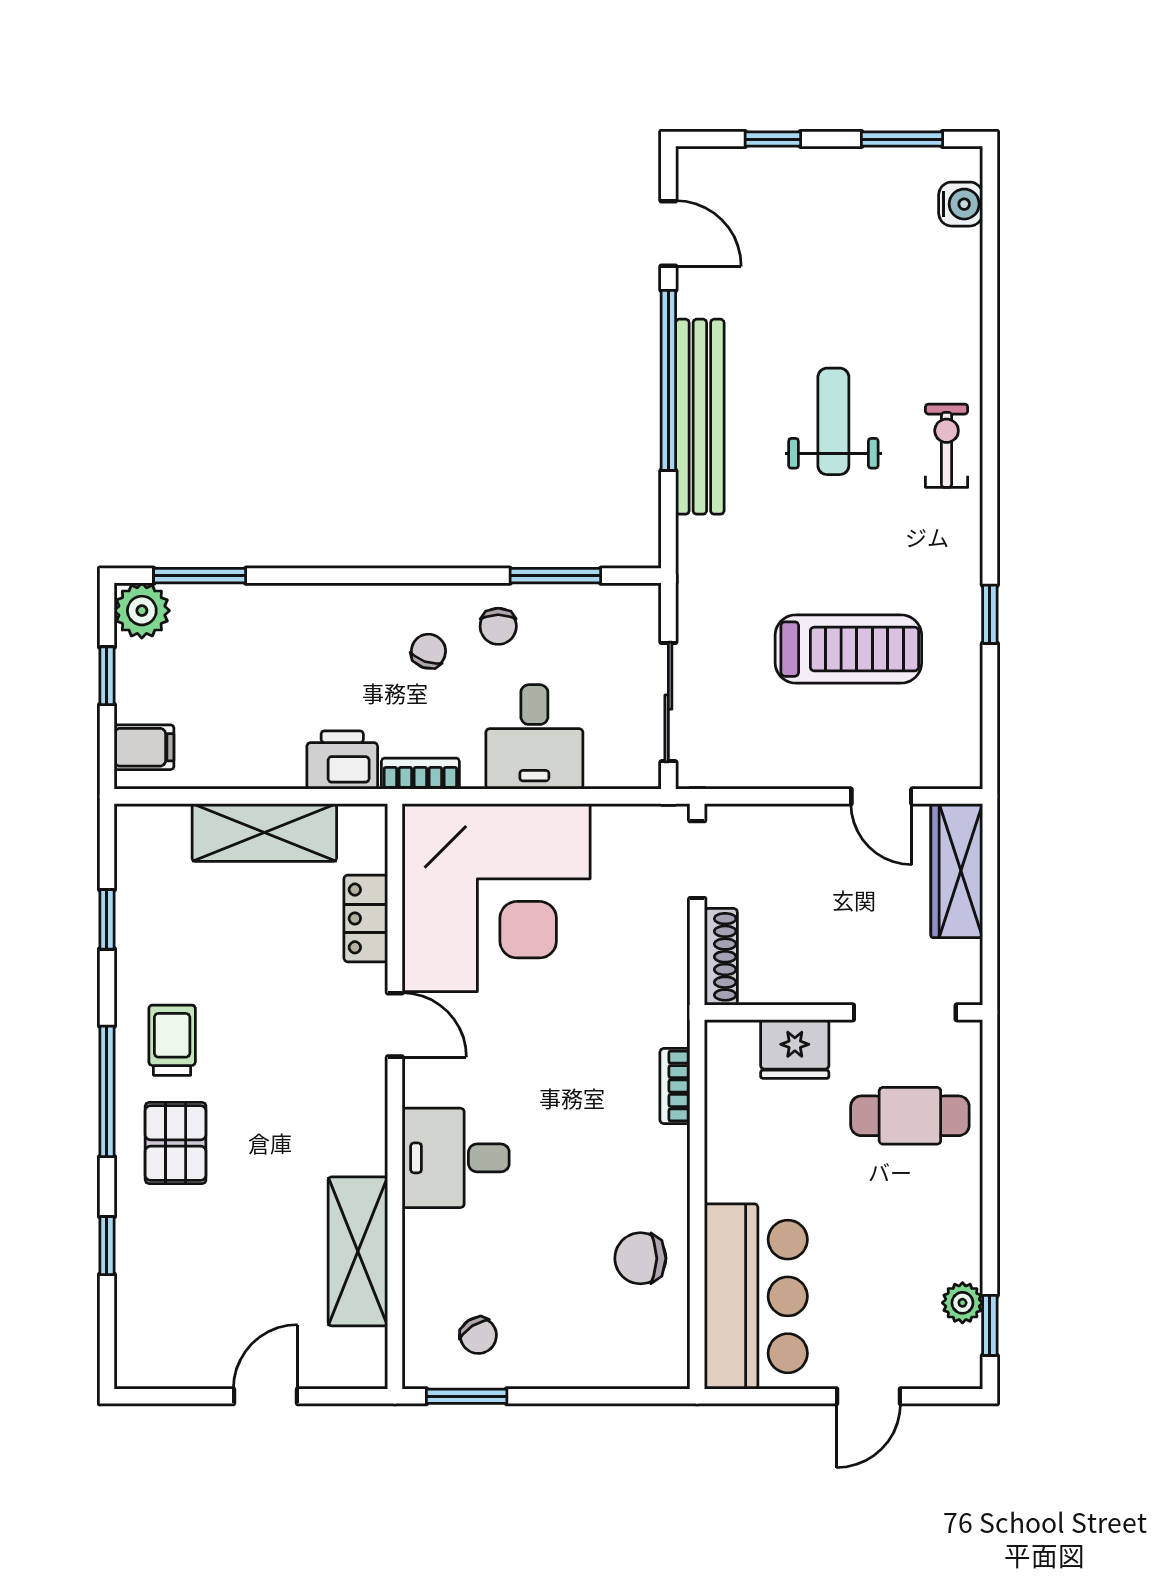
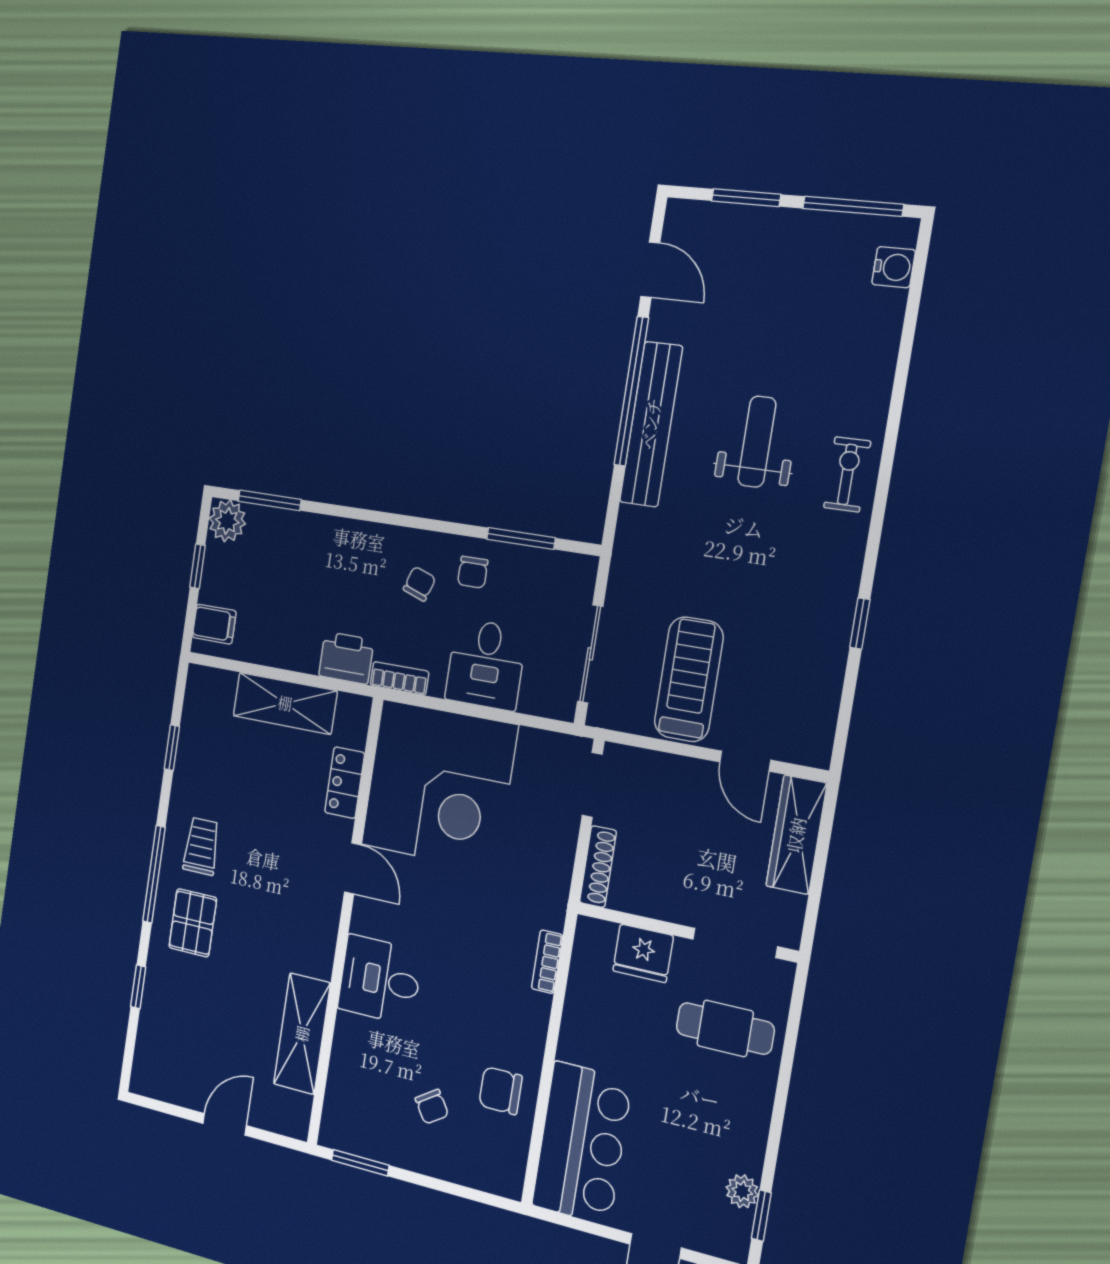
window: (773, 139) -> (746, 198), width x1.50
window: (902, 139) -> (853, 206), width x1.44
treadmill: (848, 649) -> (689, 679), moved, turned -90
chair: (478, 1336) -> (432, 1107), moved

